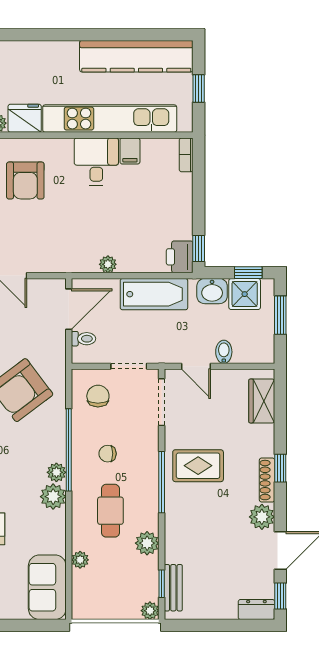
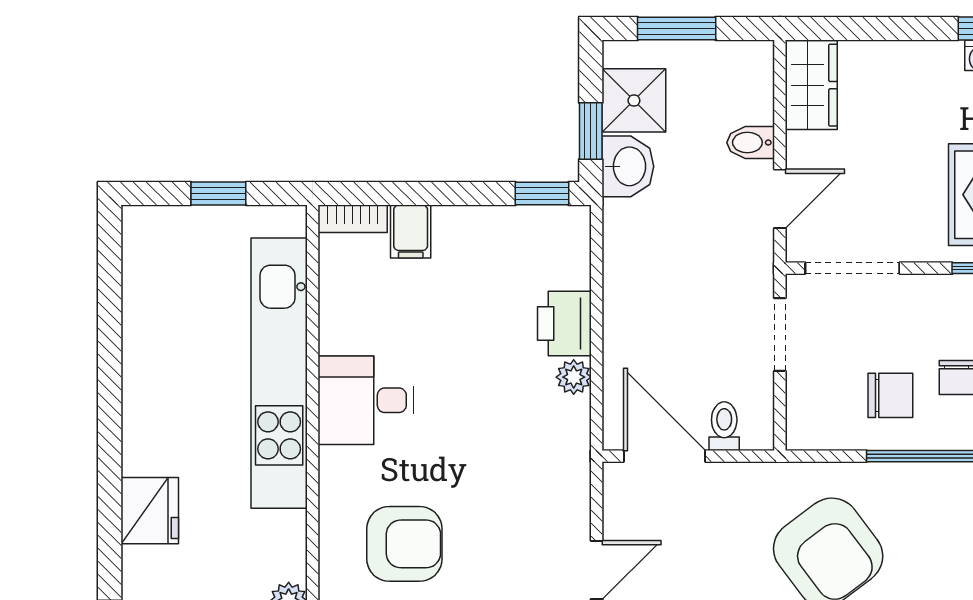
kitchen counter: (136, 56) -> (153, 319), removed
fridge: (25, 118) -> (150, 511), moved, turned 180
filing cabinet: (130, 151) -> (411, 232), moved, turned 90
printer: (180, 257) -> (564, 323), moved, turned 90
window: (248, 273) -> (591, 131), moved
bathtub: (154, 294) -> (634, 284), removed
chair: (98, 396) -> (890, 395), moved, turned 180
wardrobe: (262, 401) -> (811, 85), moved, turned -90

